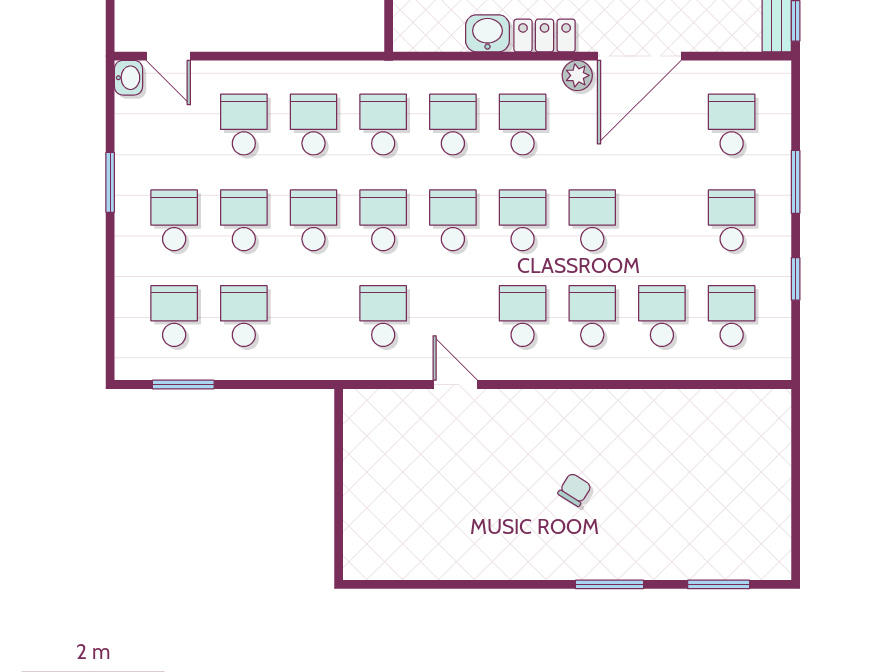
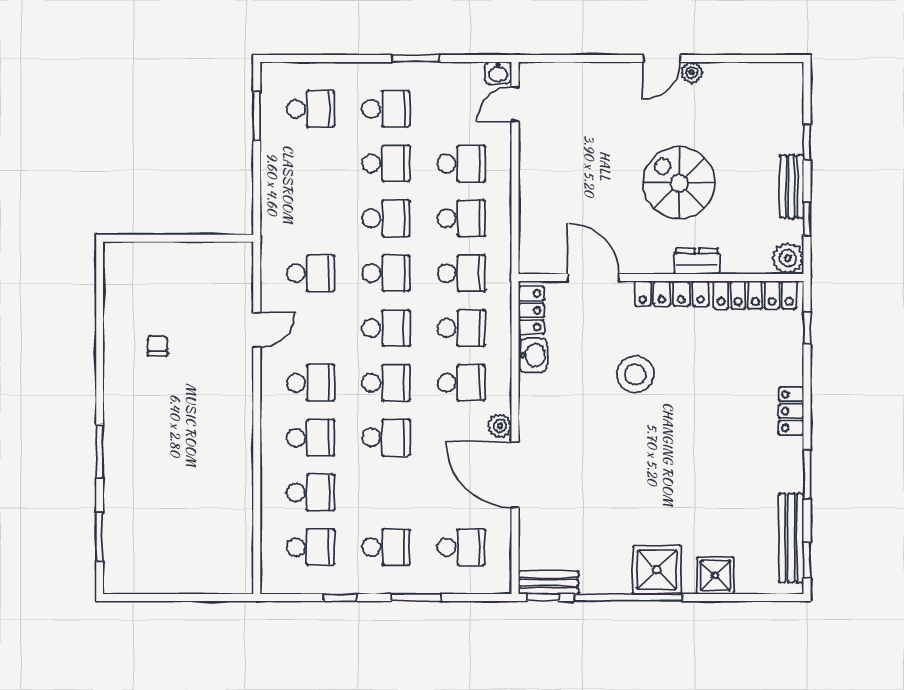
locker: (545, 35) -> (531, 310), moved
school desk: (244, 316) -> (311, 164), removed
chair: (575, 490) -> (157, 346), moved, turned -122

